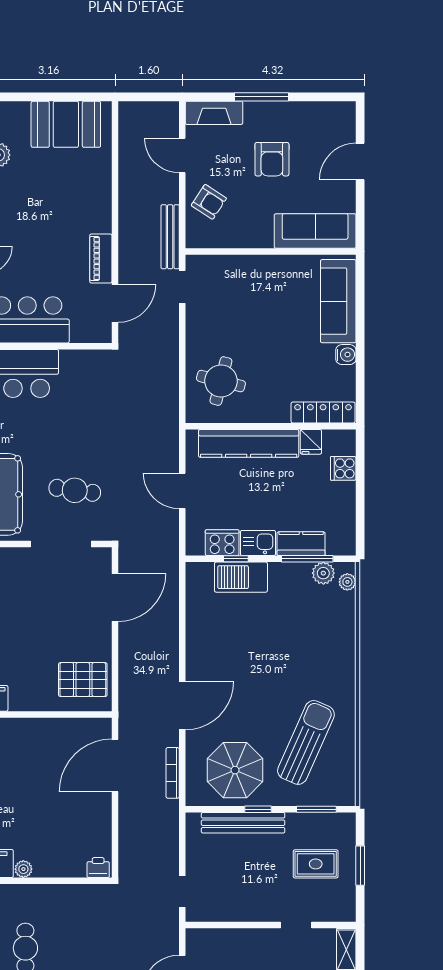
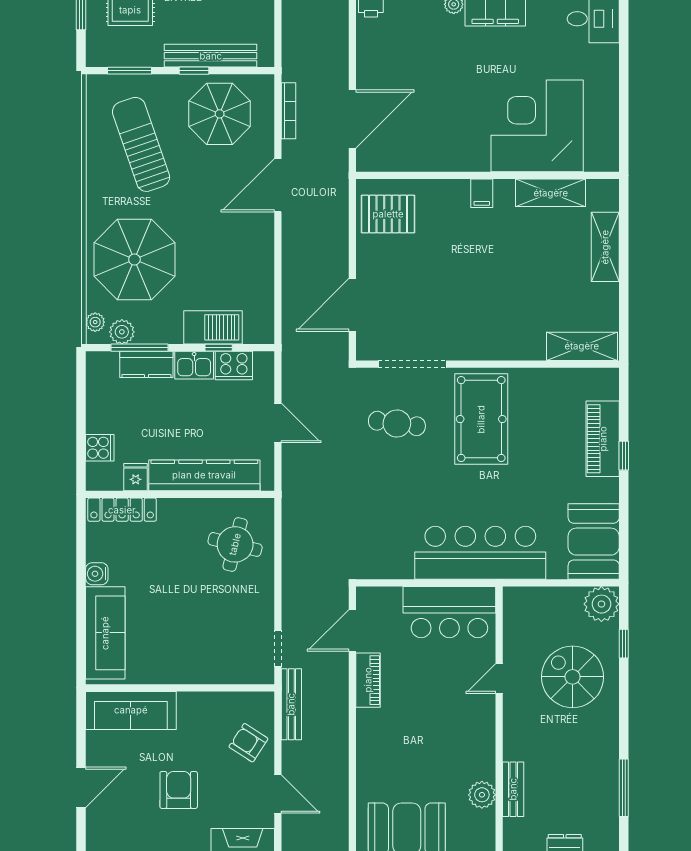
parasol: (312, 638) -> (134, 259), added
sun lounger: (306, 742) -> (141, 144), turned 137

